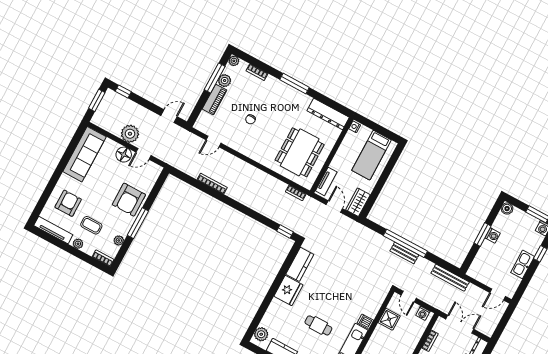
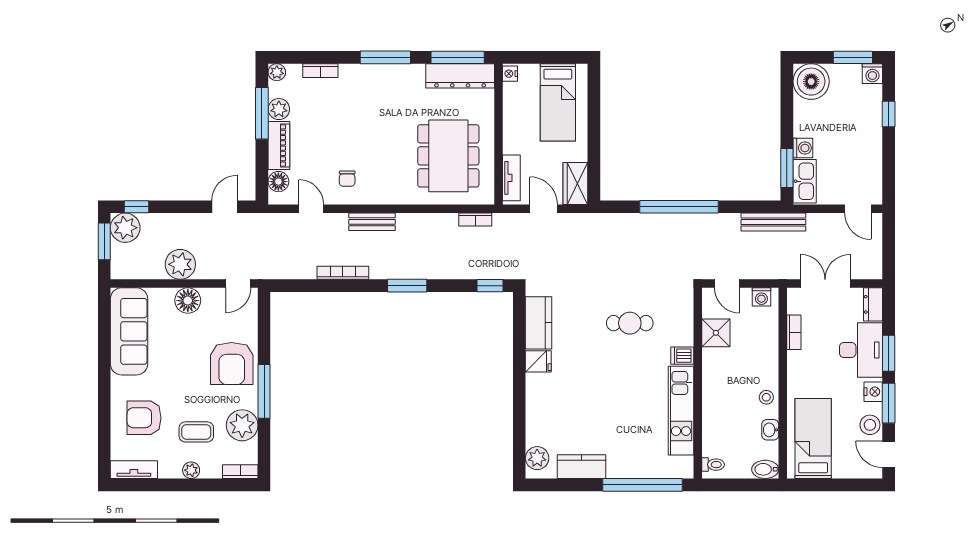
plant: (112, 99) -> (125, 228), added
window: (332, 104) -> (458, 57), added
floor lamp: (204, 118) -> (278, 182), added
chair: (250, 119) -> (347, 179), moved
door: (214, 141) -> (311, 209), swing flipped
door: (143, 154) -> (238, 284), moved
armchair: (68, 203) -> (144, 418), turned -90
window: (242, 208) -> (407, 286), added
boiler: (507, 209) -> (811, 82), width x1.86, depth x1.86
tv unit: (53, 230) -> (134, 470), width x0.71
window: (482, 234) -> (787, 168), moved
washing machine: (493, 236) -> (803, 148), moved
plant: (119, 240) -> (242, 425), width x1.88, depth x1.88
bench: (404, 253) -> (372, 222), moved
kitchen sink: (523, 264) -> (805, 181), moved, turned 180
fridge: (288, 291) -> (538, 361), width x0.53, depth x0.75
door: (498, 294) -> (858, 209), hinge flipped
cafe table: (318, 325) -> (630, 323), moved

